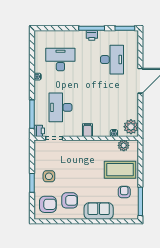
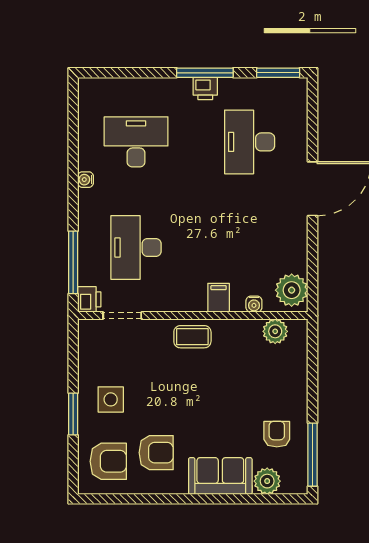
desk: (112, 60) -> (250, 142), turned 180
filing cabinet: (87, 130) -> (219, 298), moved
coffee table: (120, 170) -> (192, 337), moved, width x0.54, depth x0.58
plant: (120, 213) -> (267, 481), added

